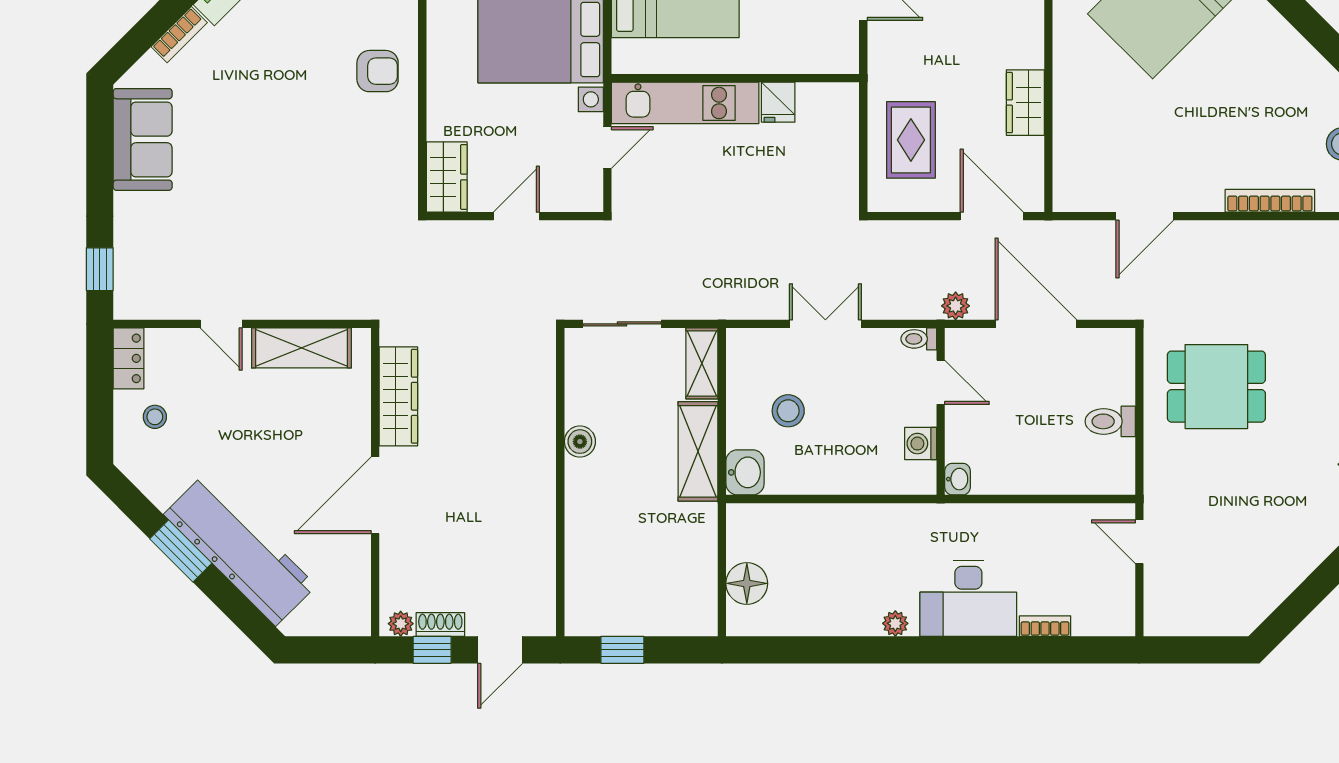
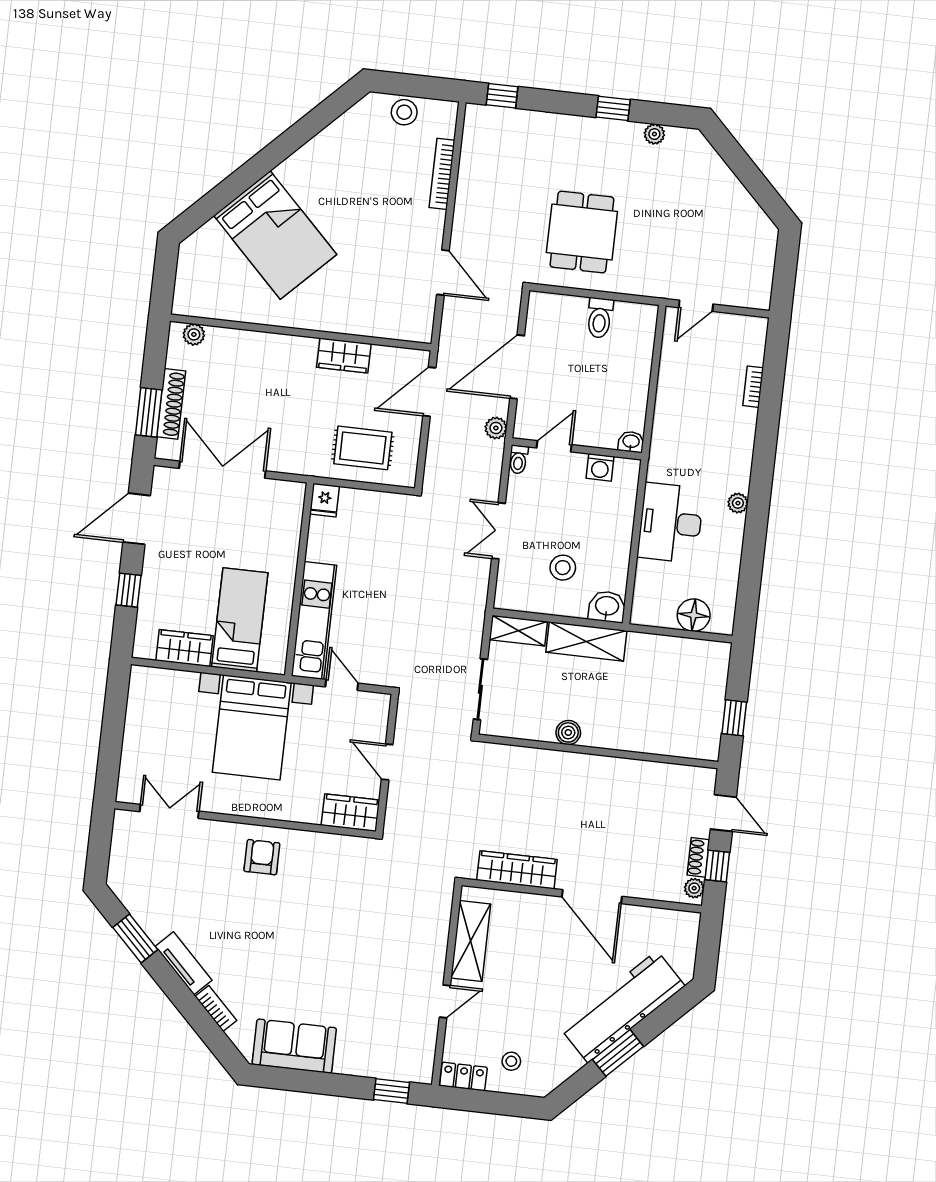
fridge: (778, 102) -> (325, 500), moved, turned 90
desk: (968, 598) -> (671, 523), moved, turned 180

